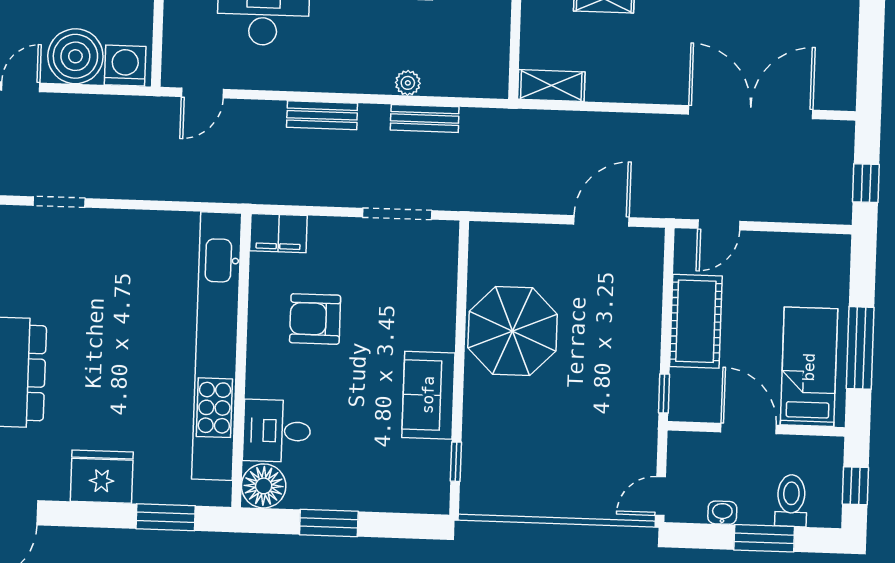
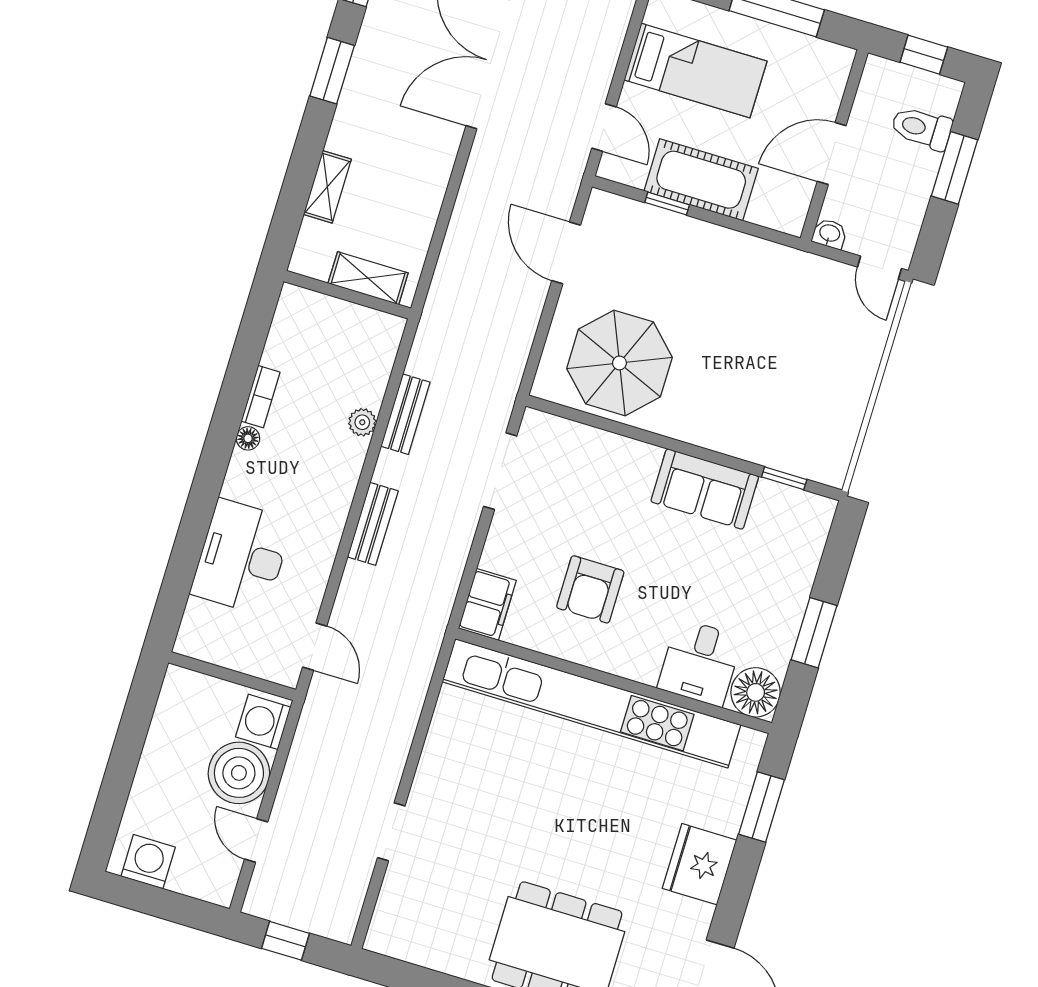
shelving: (551, 86) -> (368, 278), moved, turned 90
parasol: (513, 331) -> (619, 363), moved
bed: (809, 367) -> (695, 71), moved, turned 180
window: (664, 394) -> (667, 204), moved
washbasin: (722, 513) -> (830, 234), moved, turned 90

